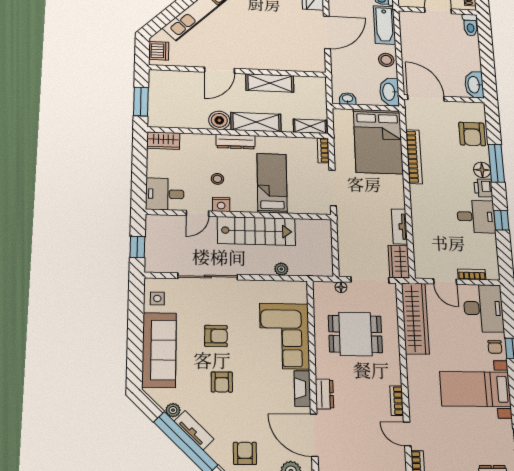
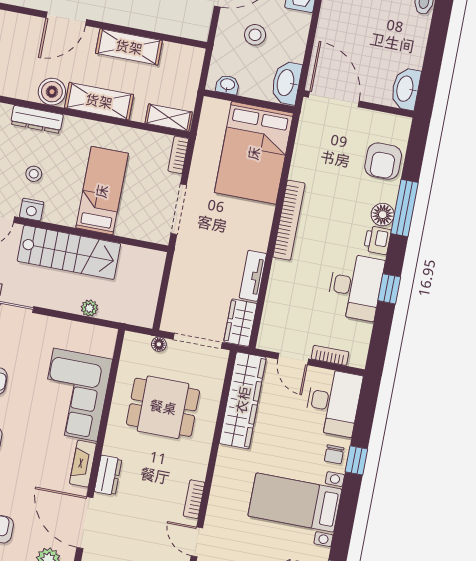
stool: (386, 60) -> (255, 35), moved
dresser: (236, 142) -> (37, 119), moved
bookcase: (414, 157) -> (289, 220), moved
desk: (476, 217) -> (355, 287), width x1.37

